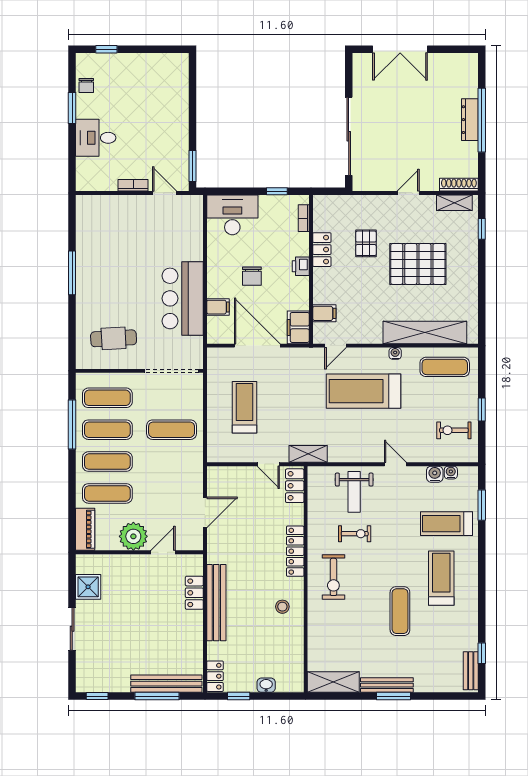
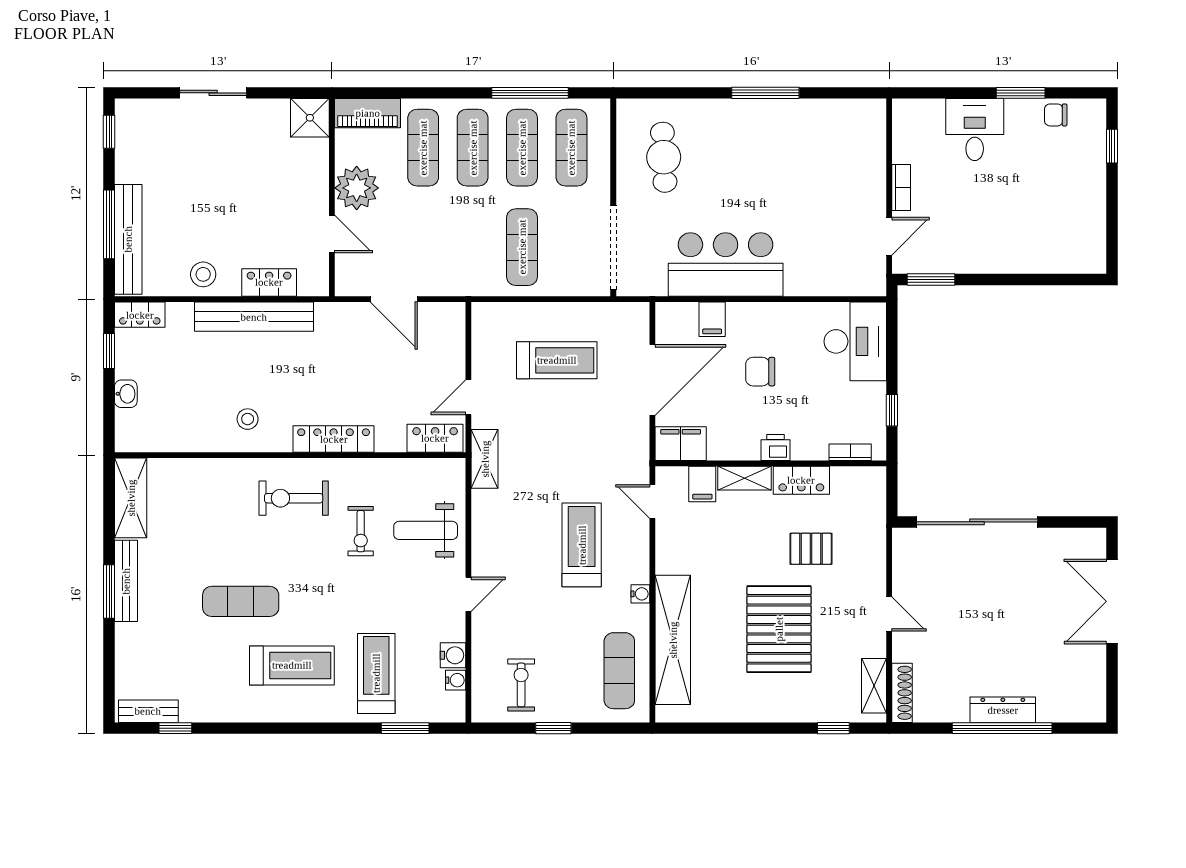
shelving: (321, 286) -> (745, 478), added
treadmill: (364, 391) -> (582, 545), width x0.73, depth x0.73
shower: (88, 587) -> (310, 118), moved
stool: (189, 635) -> (203, 274), added

